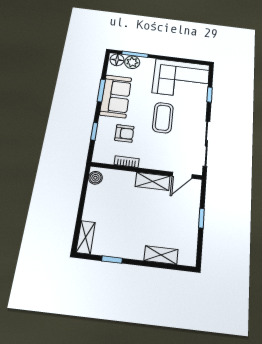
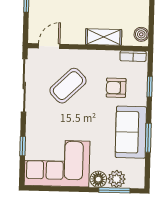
floor lamp: (117, 60) -> (98, 179), moved
coffee table: (163, 118) -> (68, 86), moved, turned 46
bookcase: (127, 162) -> (133, 56), moved
shelving: (153, 181) -> (104, 37), moved

